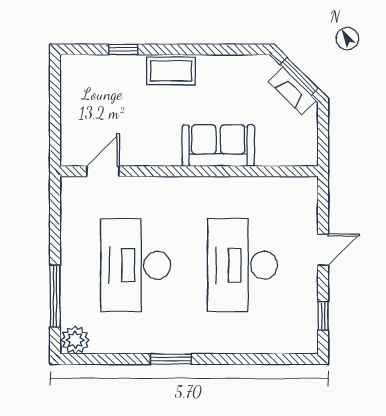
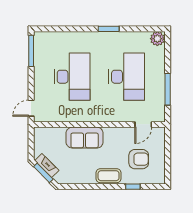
armchair: (112, 103) -> (139, 159), added
door: (323, 250) -> (31, 108), moved
window: (55, 296) -> (168, 89), moved
window: (323, 316) -> (31, 51), width x2.17

